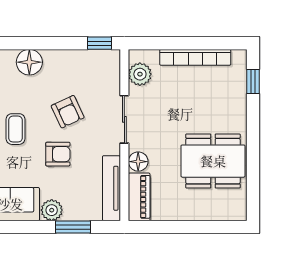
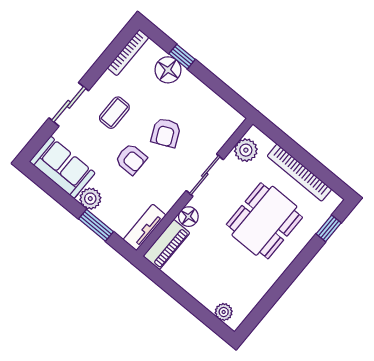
window: (99, 43) -> (182, 57), moved
dining table: (213, 161) -> (264, 221), moved, turned 90
tv unit: (111, 188) -> (145, 227), width x0.71
plant: (226, 212) -> (224, 312), added

